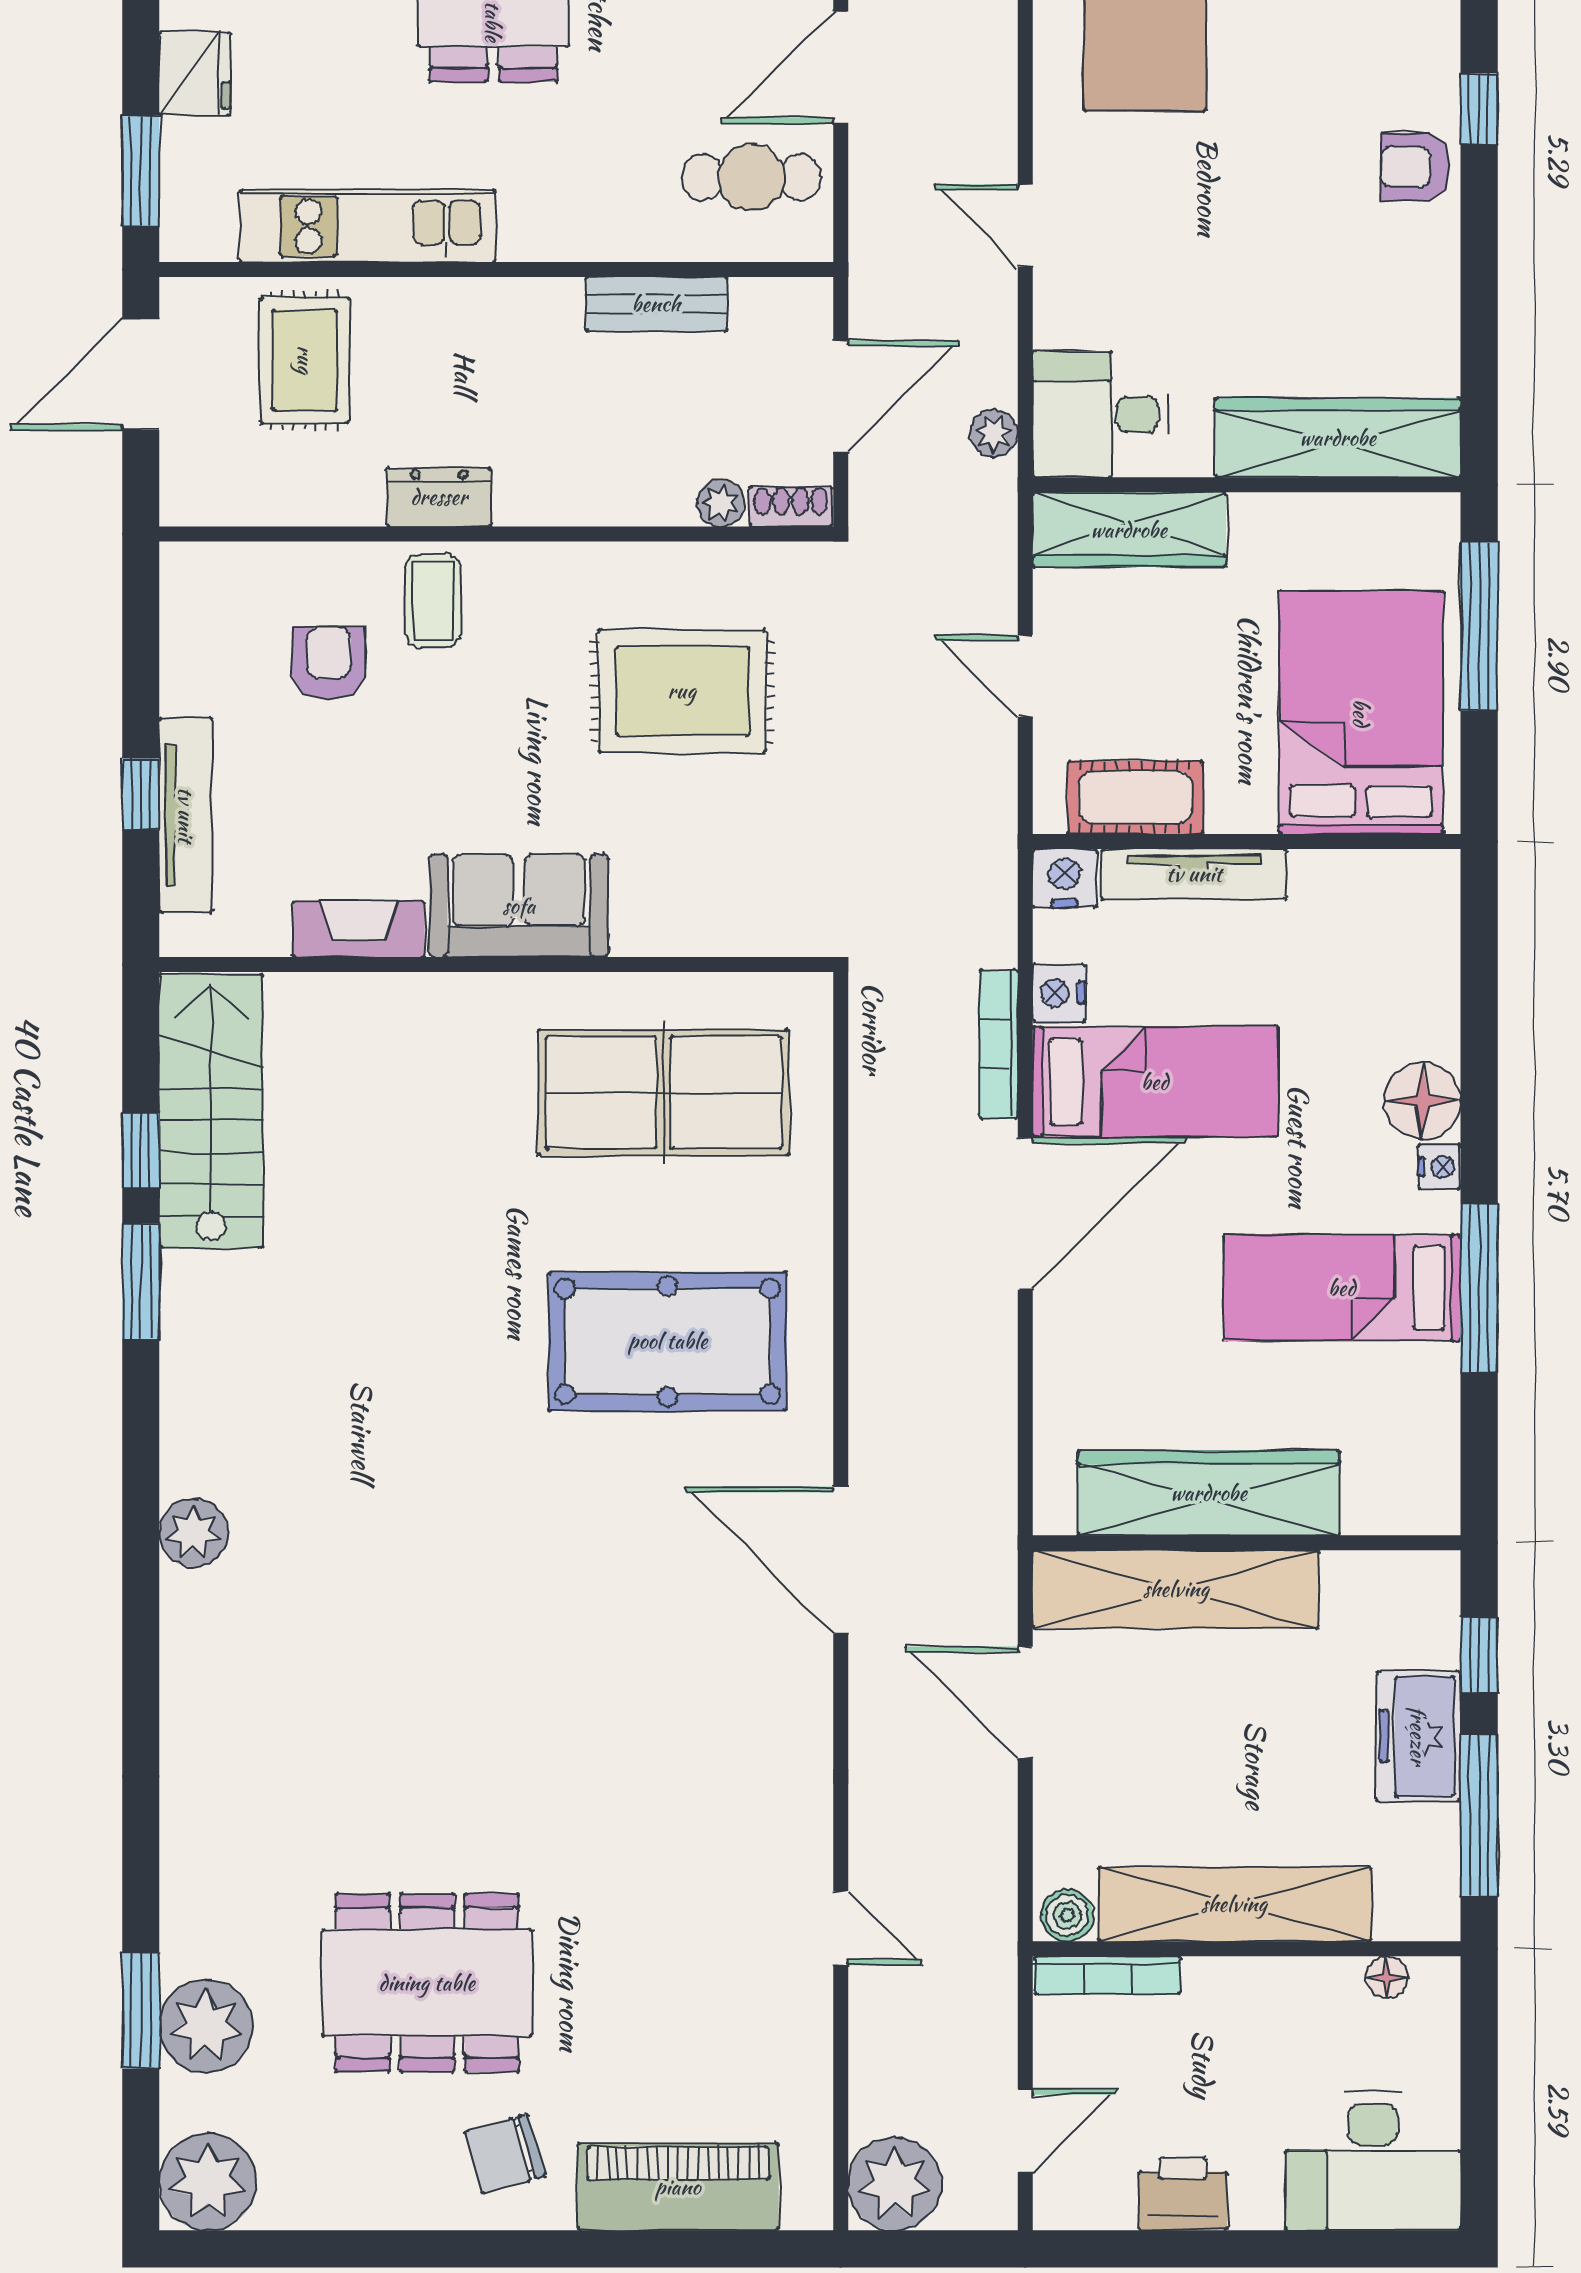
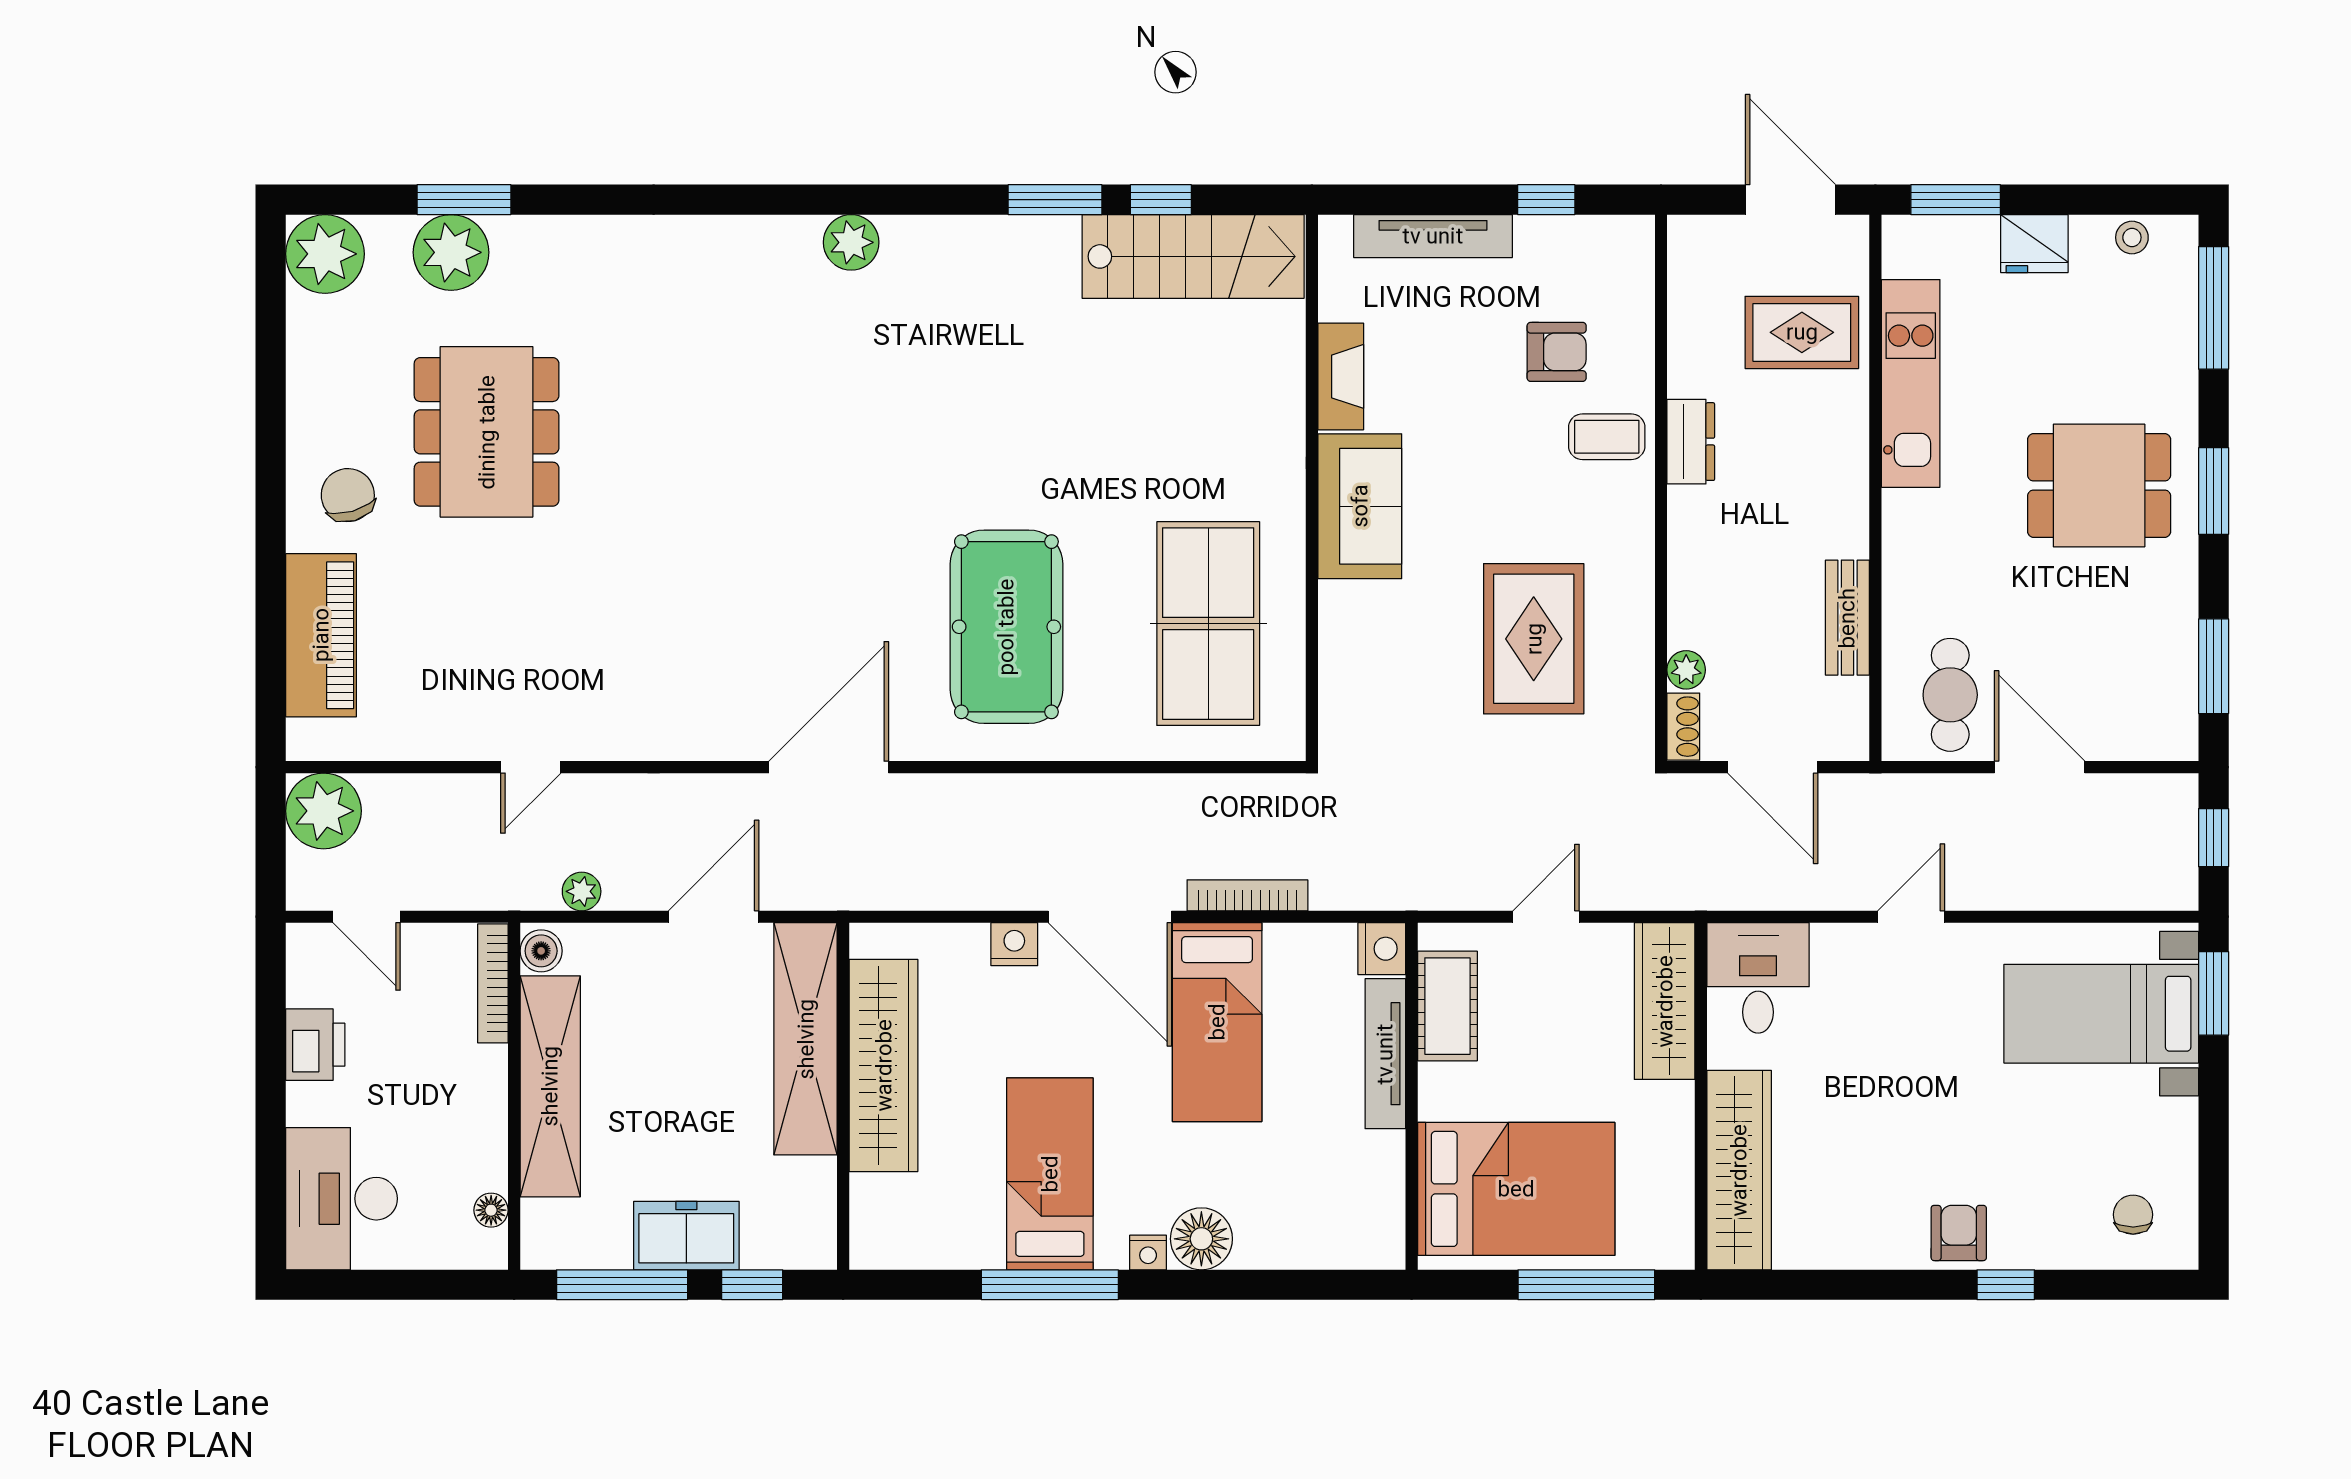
plant: (994, 433) -> (582, 891), moved
window: (141, 794) -> (1546, 200), moved
nightstand: (1059, 993) -> (1014, 944), moved

